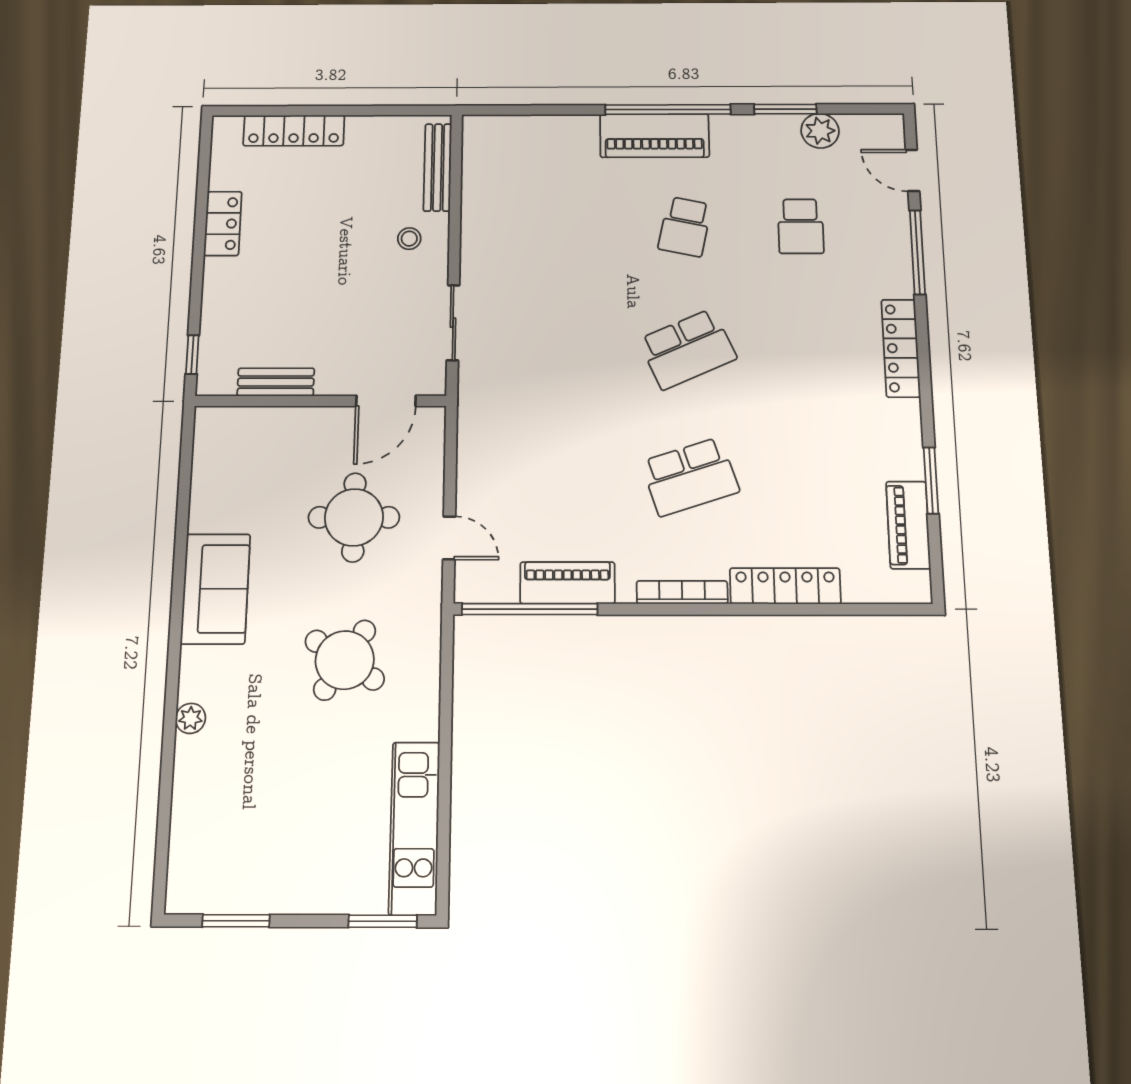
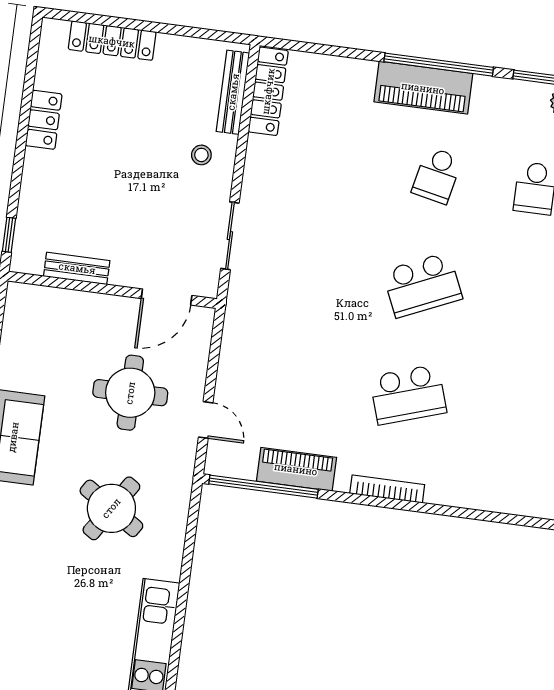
locker: (785, 586) -> (268, 91), moved, turned 90

